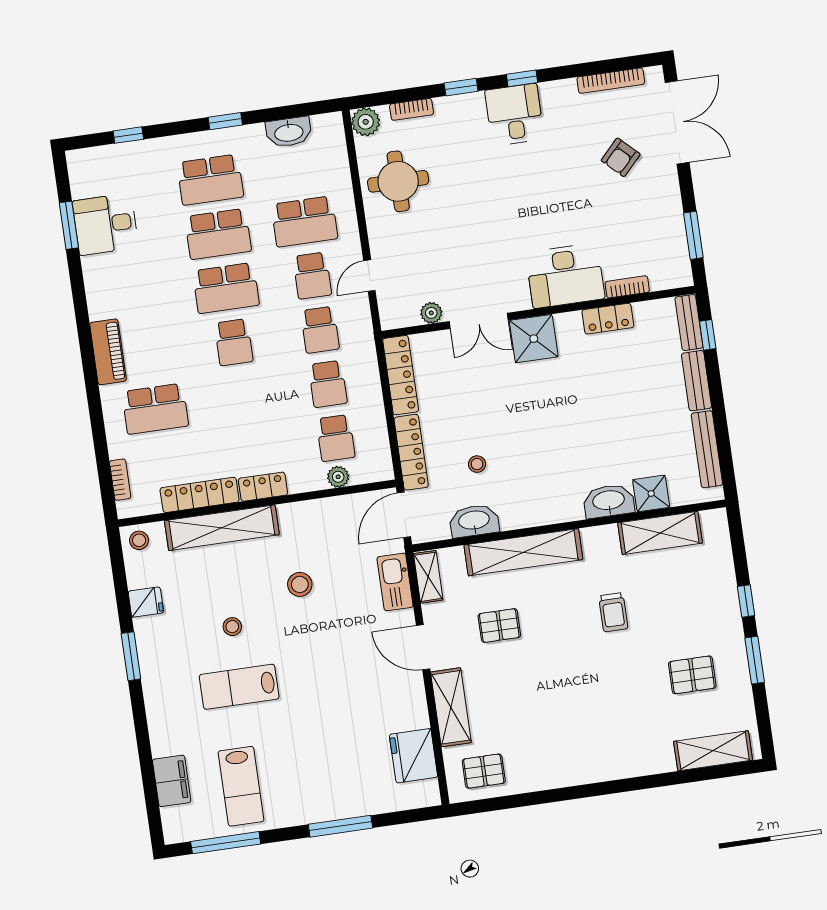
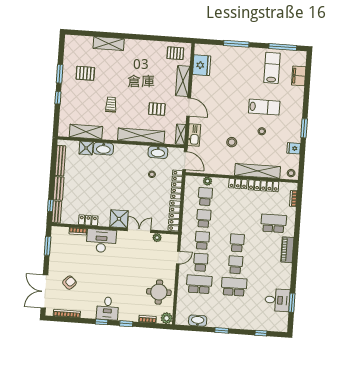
school desk: (210, 180) -> (233, 309), removed
school desk: (226, 288) -> (236, 265), width x0.54
door: (404, 515) -> (185, 161), hinge flipped
shelving: (713, 751) -> (109, 43), moved

